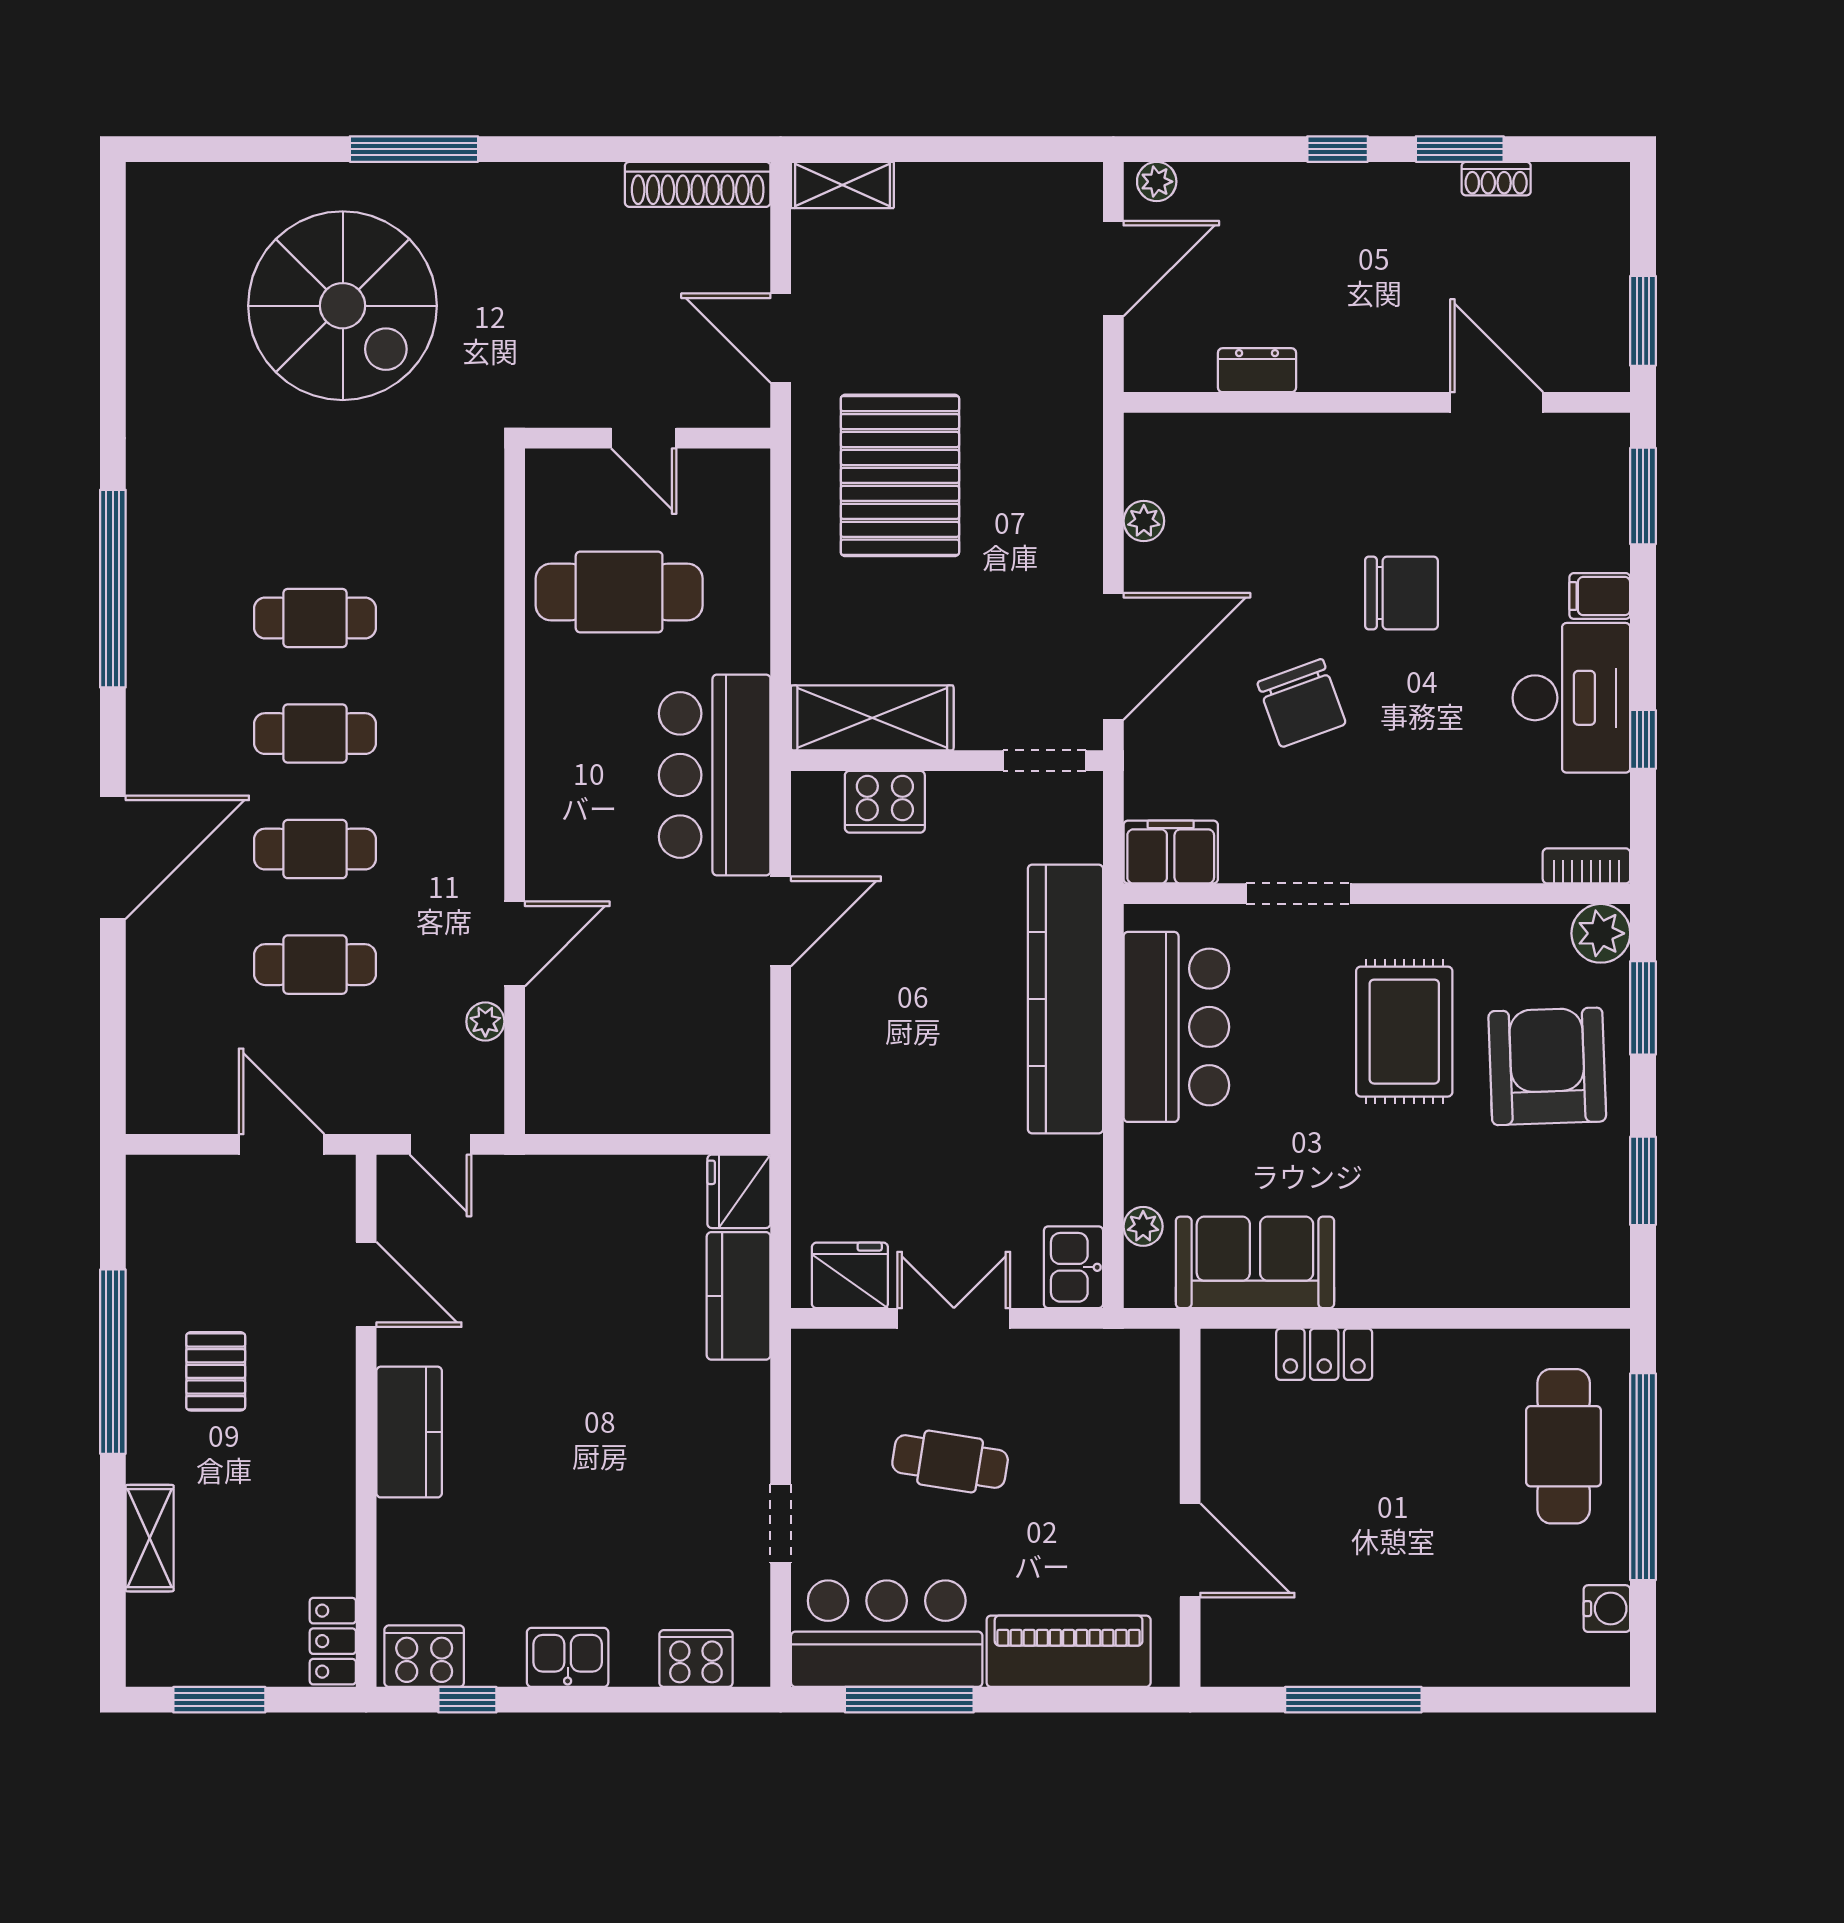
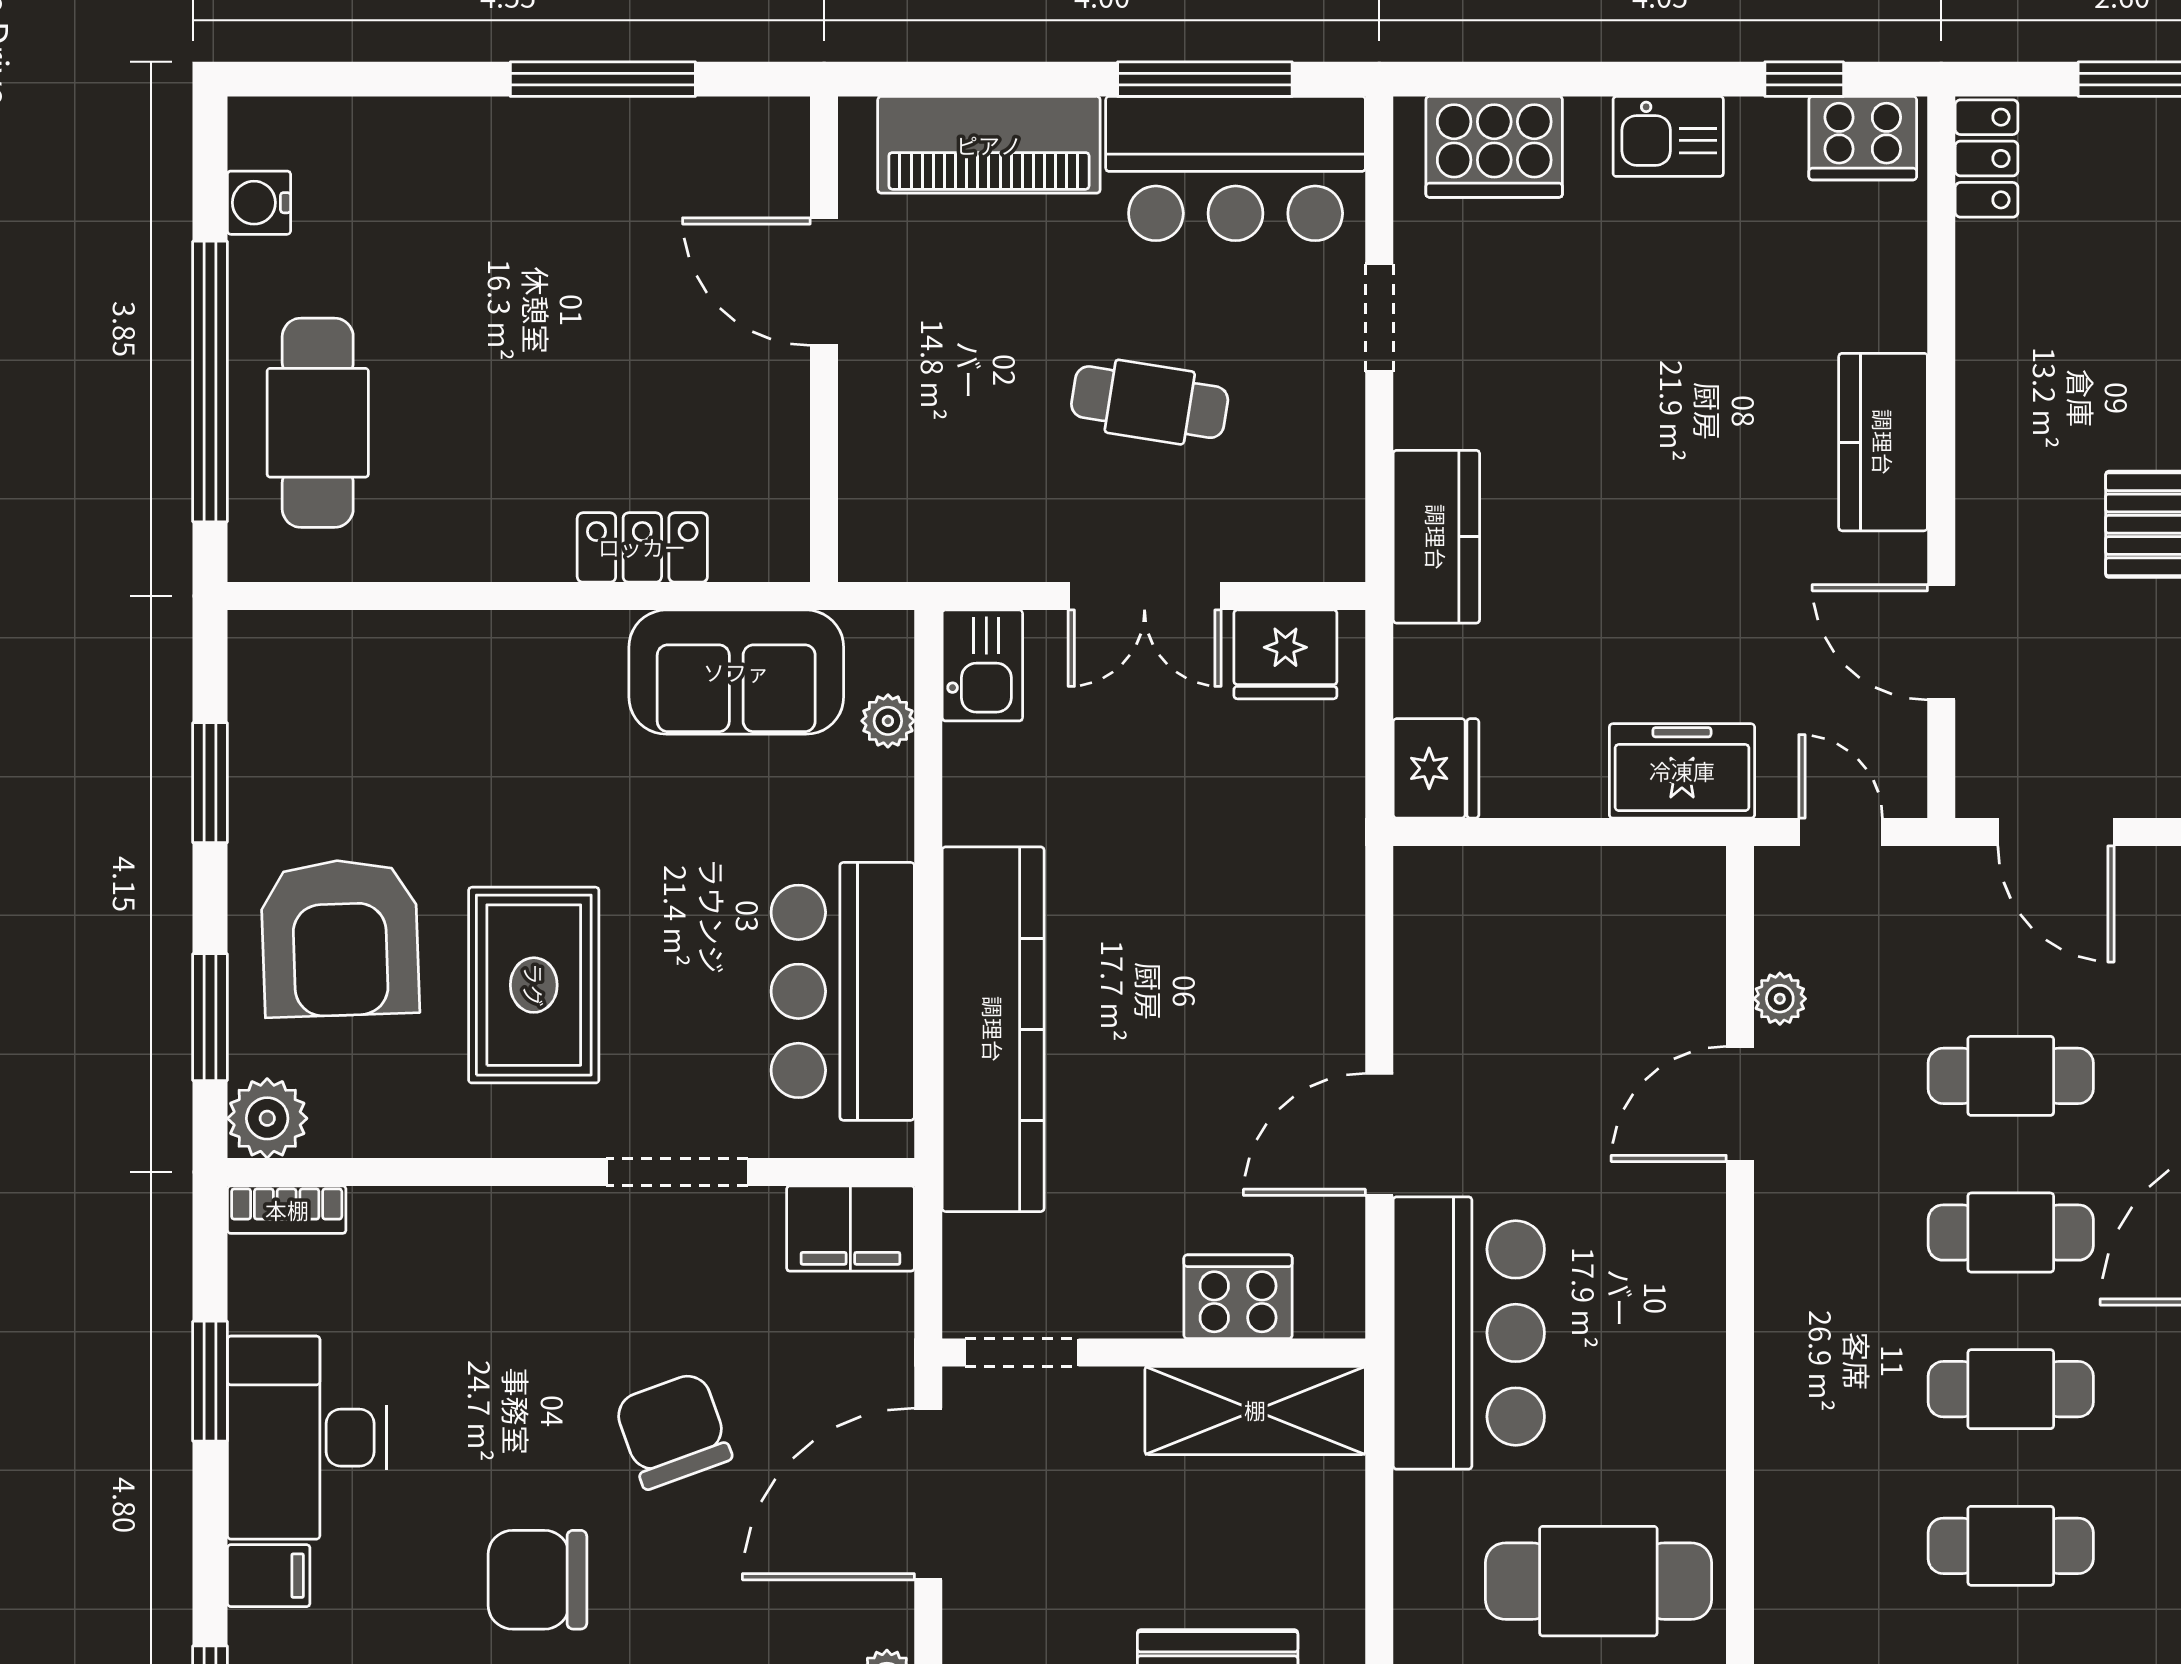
window: (1643, 739) -> (210, 1381), width x1.50
freezer: (557, 1189) -> (1682, 771), added
kitchen counter: (739, 1296) -> (1436, 537), moved
cooker: (696, 1659) -> (1494, 147), width x1.37, depth x1.31

